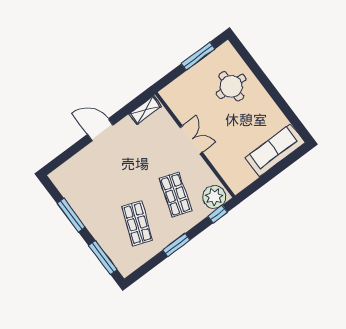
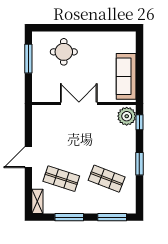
shelving: (145, 110) -> (37, 201), moved
double door: (191, 140) -> (79, 103), width x1.37
sofa: (275, 150) -> (126, 76), moved
shop shelf: (176, 195) -> (61, 179), moved

